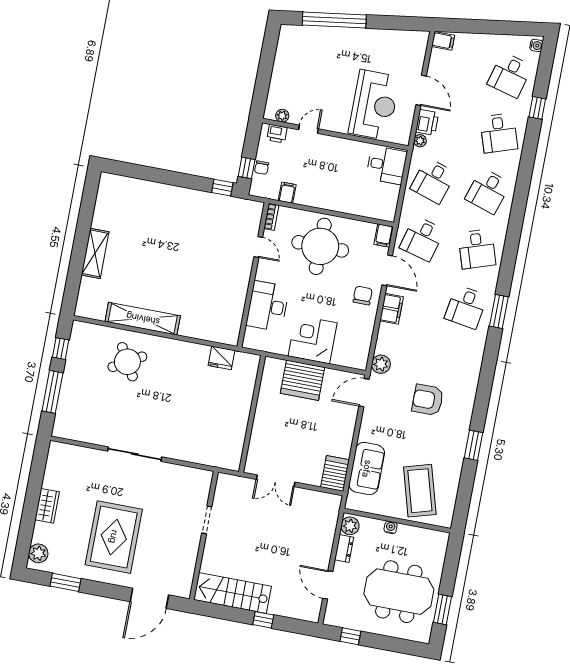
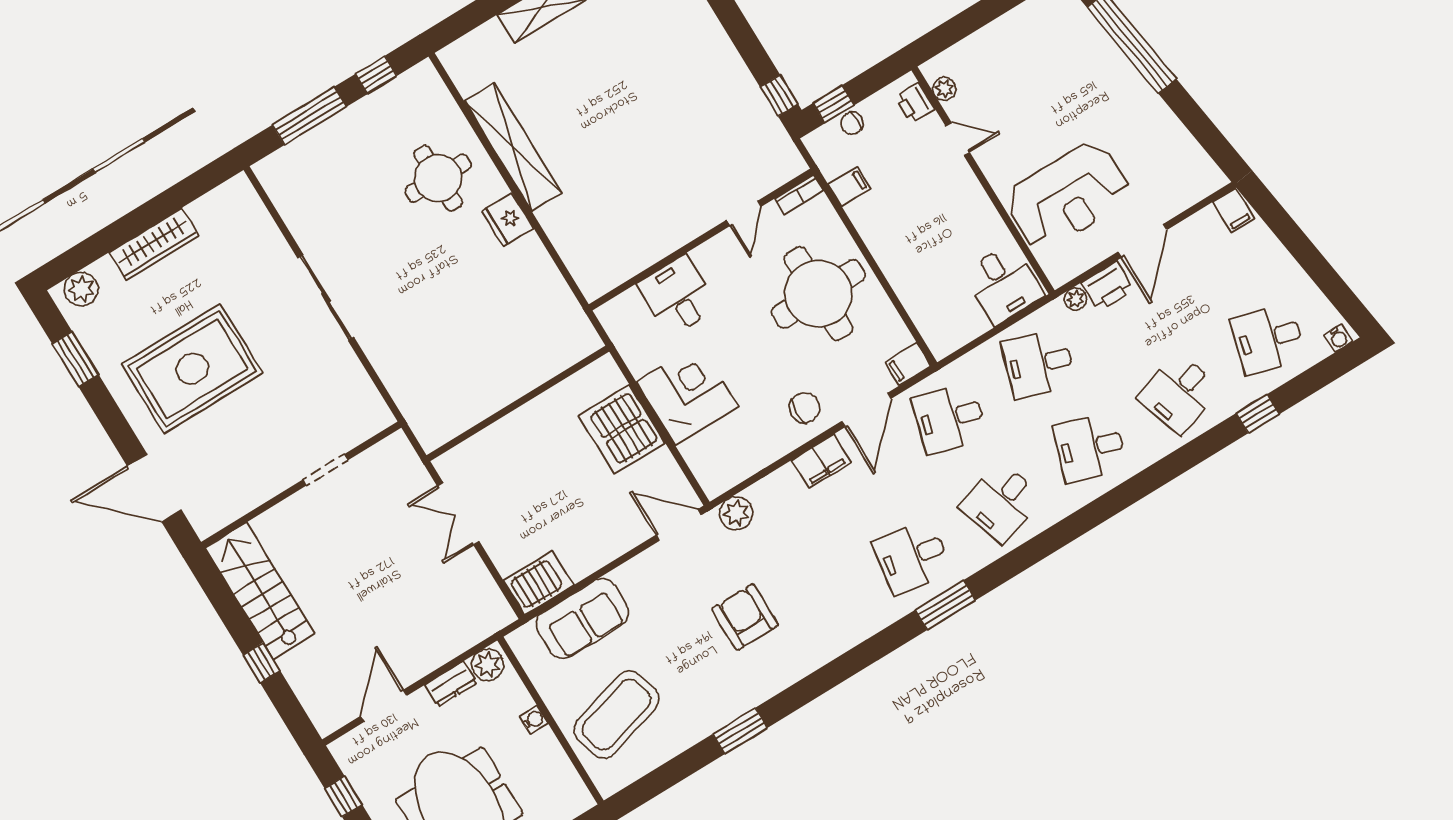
desk: (268, 306) -> (678, 296), width x0.73
fridge: (222, 358) -> (508, 220), moved
round table: (127, 362) -> (438, 178), turned 30
wardrobe: (47, 506) -> (154, 244), width x1.50

